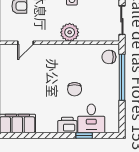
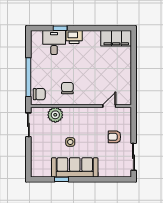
plant: (70, 32) -> (55, 115), moved
chair: (75, 89) -> (67, 88), moved

